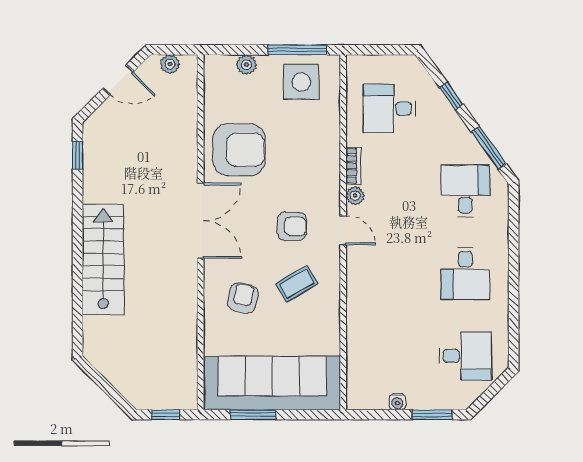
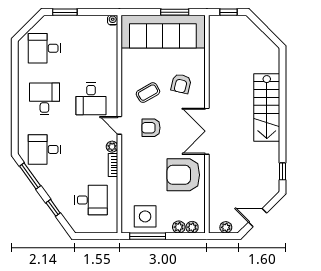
plant: (225, 64) -> (192, 227), added
desk: (465, 191) -> (44, 149), turned 90
desk: (389, 273) -> (91, 99), added
water cooler: (397, 402) -> (113, 20), moved

